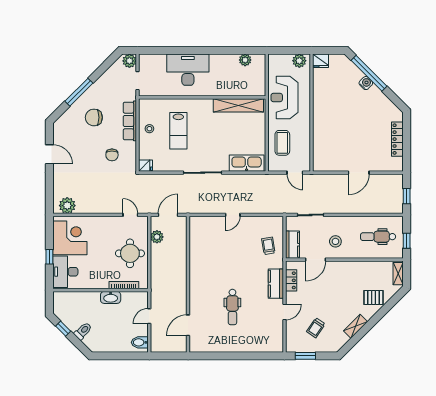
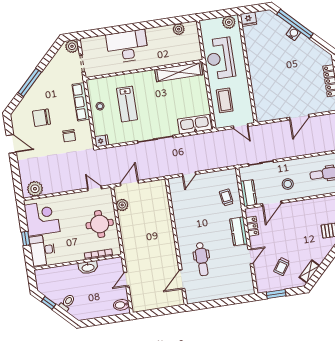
chair: (94, 117) -> (41, 118), moved
wall: (188, 284) -> (176, 242), moved
door: (188, 325) -> (182, 279), moved
shelving: (356, 326) -> (309, 272), moved

